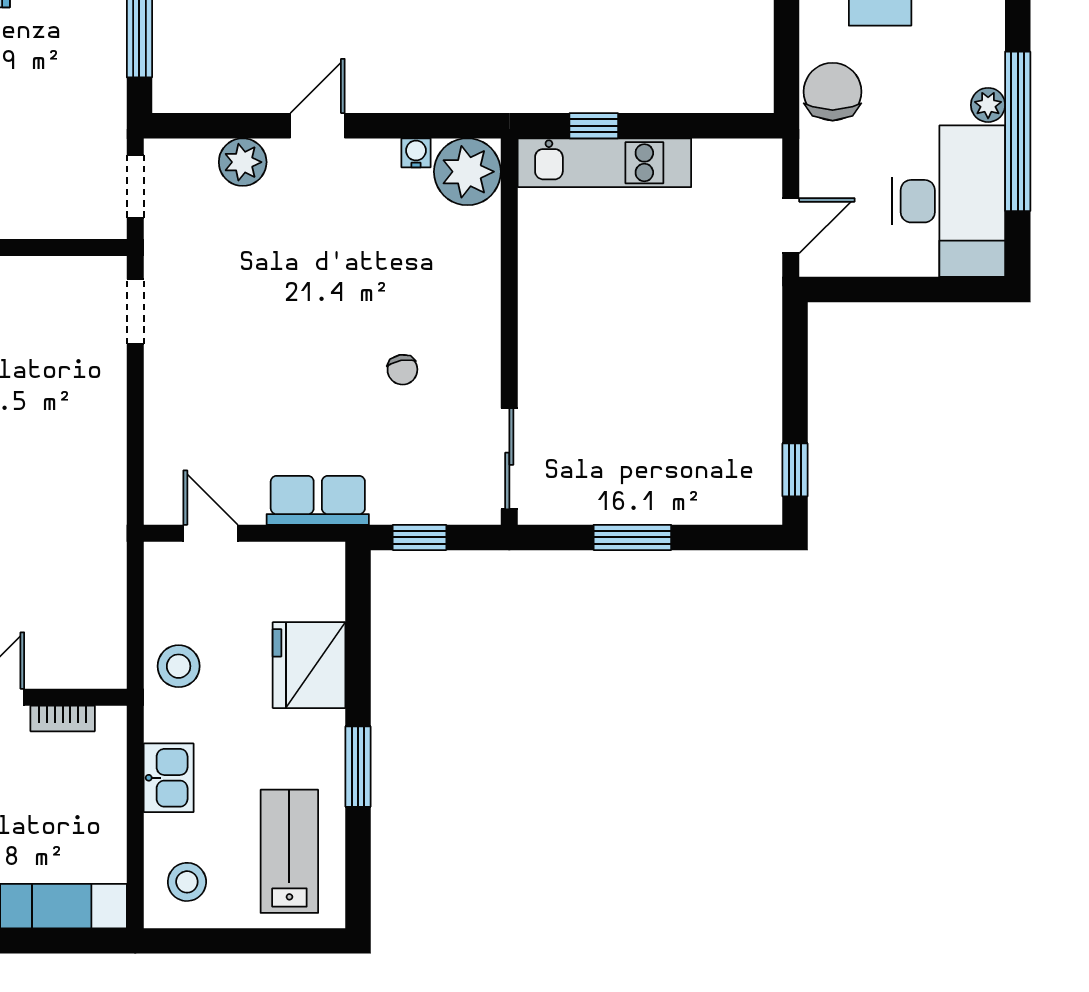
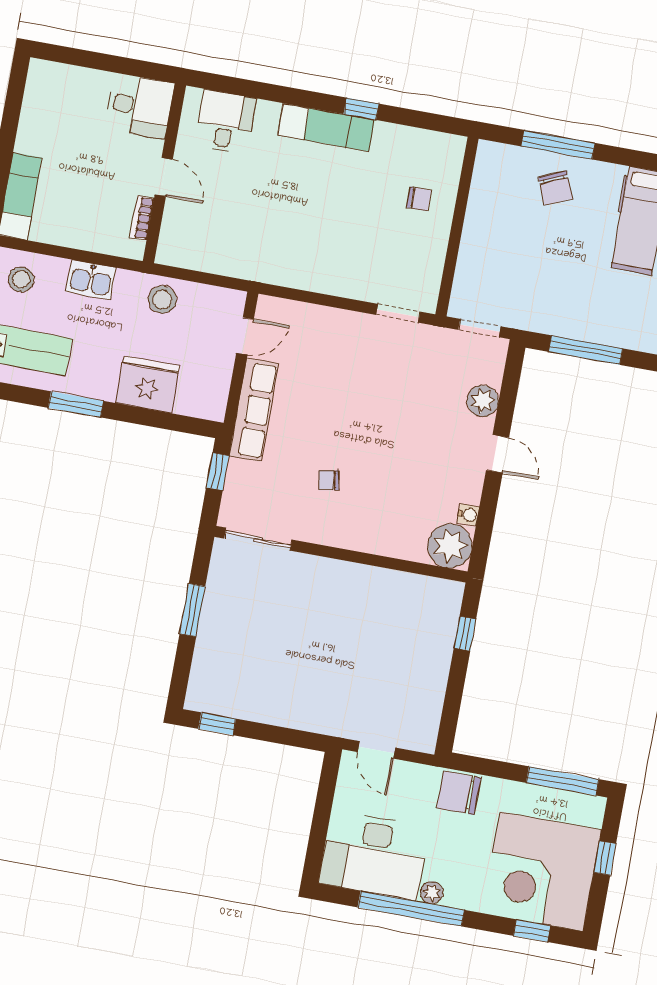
chair: (833, 92) -> (459, 793), turned 180
kitchen unit: (604, 163) -> (440, 636), removed
row of seats: (318, 500) -> (254, 410), width x1.48

